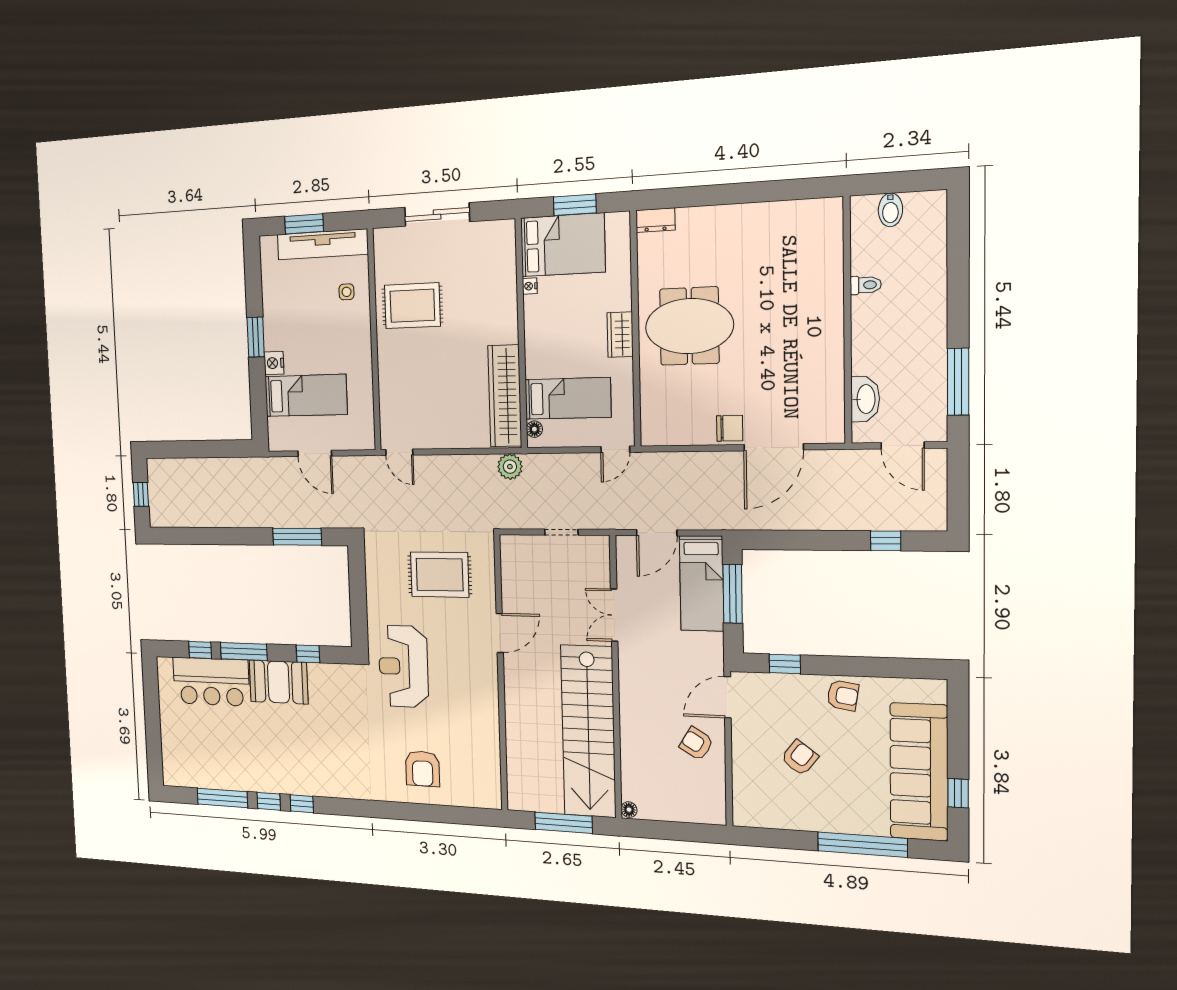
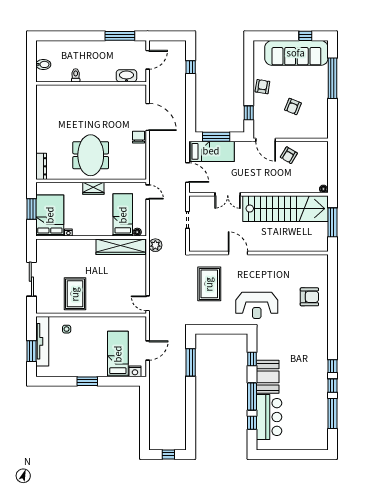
dresser: (655, 220) -> (41, 166), width x1.44
nightstand: (274, 363) -> (135, 371), moved
door: (399, 452) -> (148, 303), swing flipped
armchair: (800, 758) -> (293, 107), turned -105

